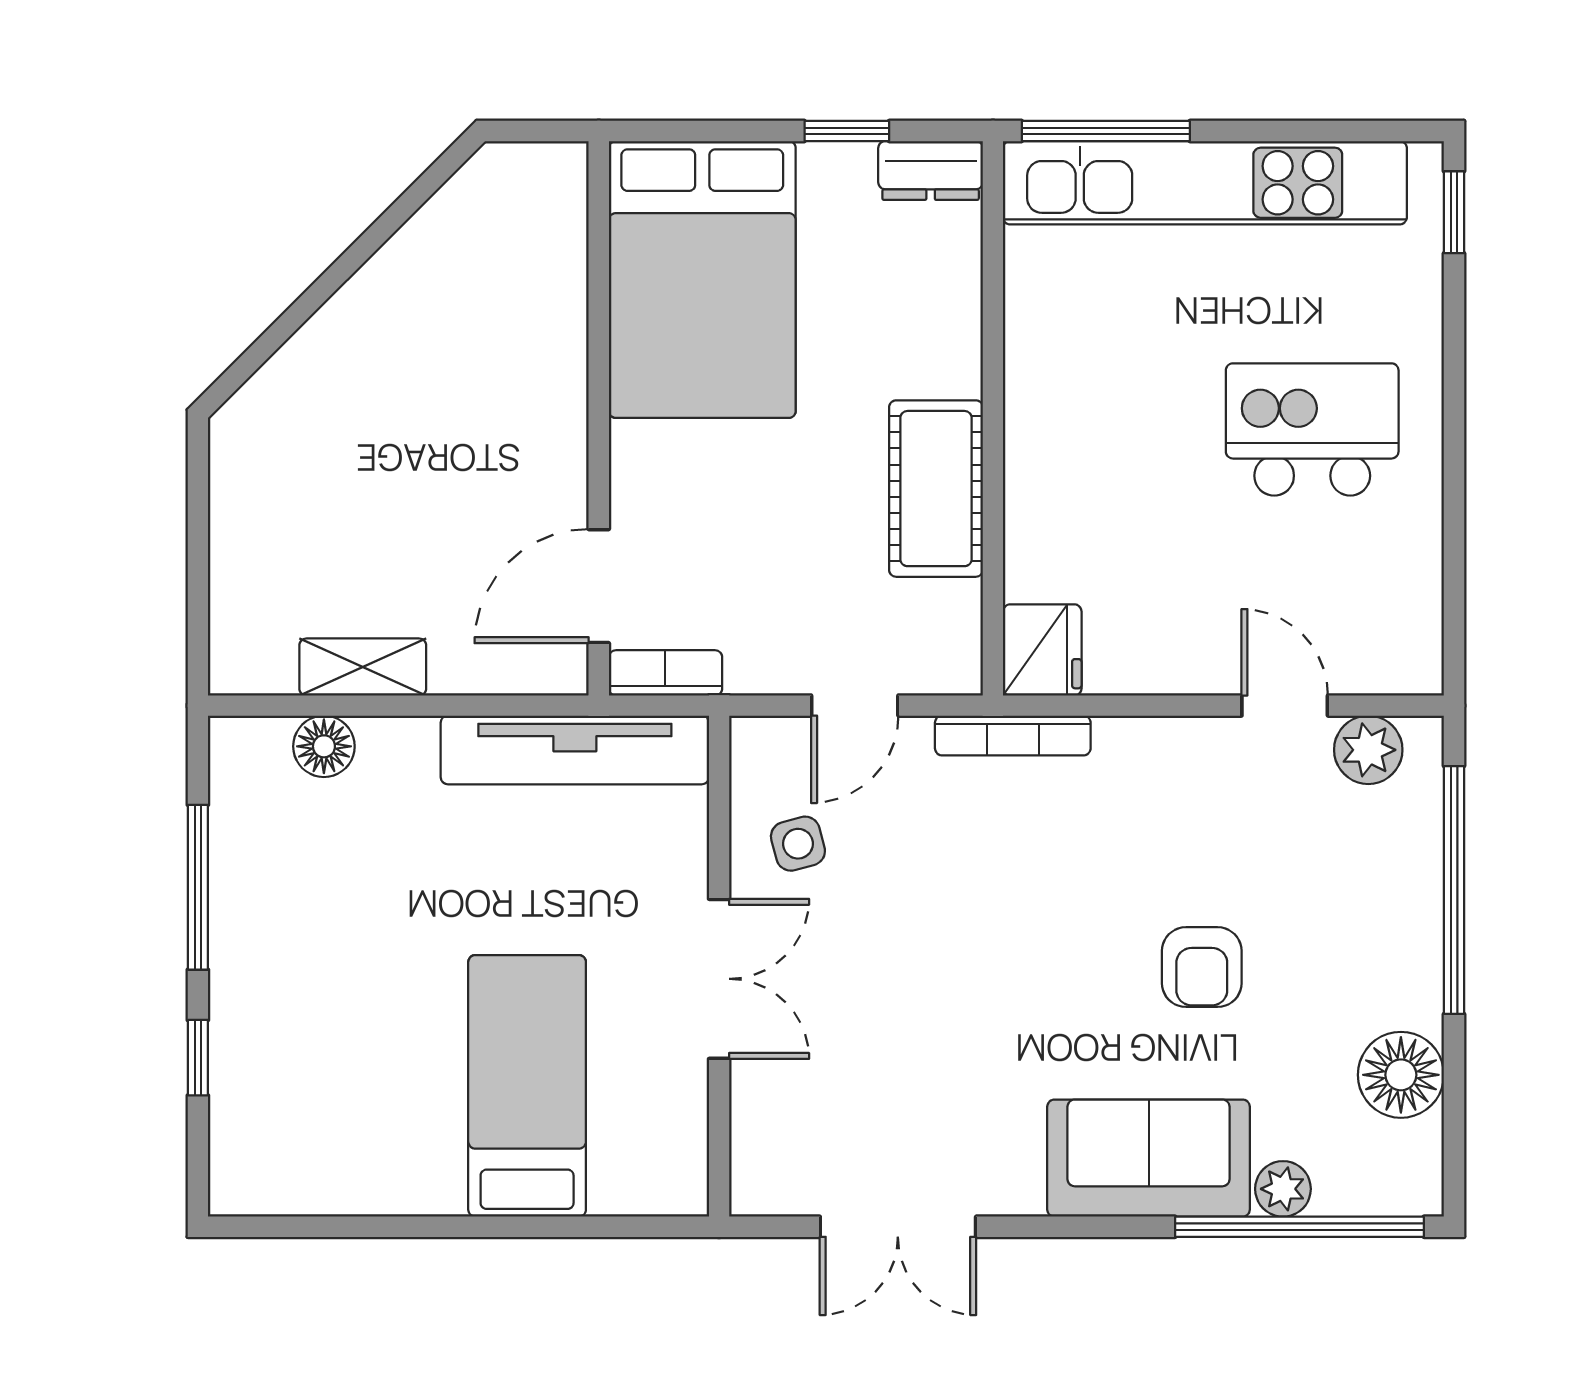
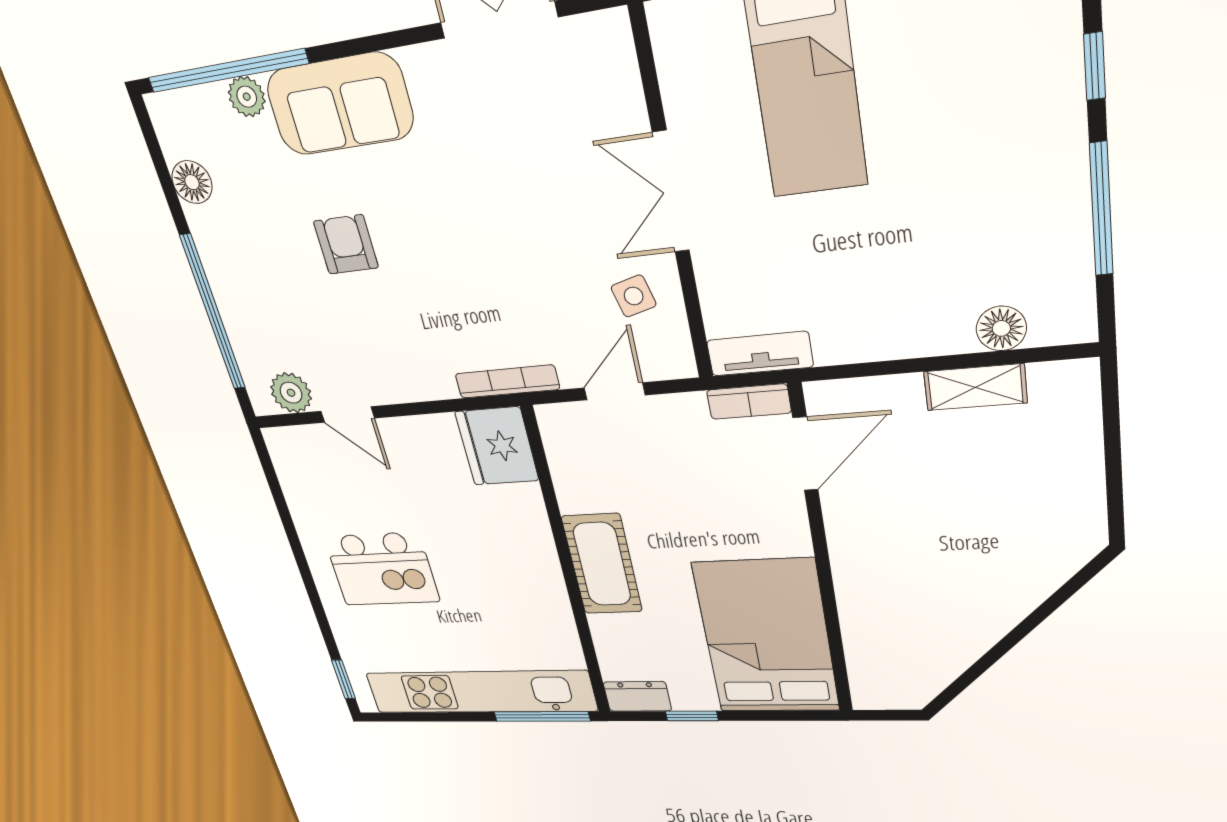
cot: (936, 489) -> (602, 564), moved
fridge: (1042, 650) -> (497, 446), width x1.36, depth x1.34
tv unit: (575, 750) -> (760, 354), width x0.52, depth x0.78
floor lamp: (1401, 1075) -> (192, 182), width x0.73, depth x0.73

